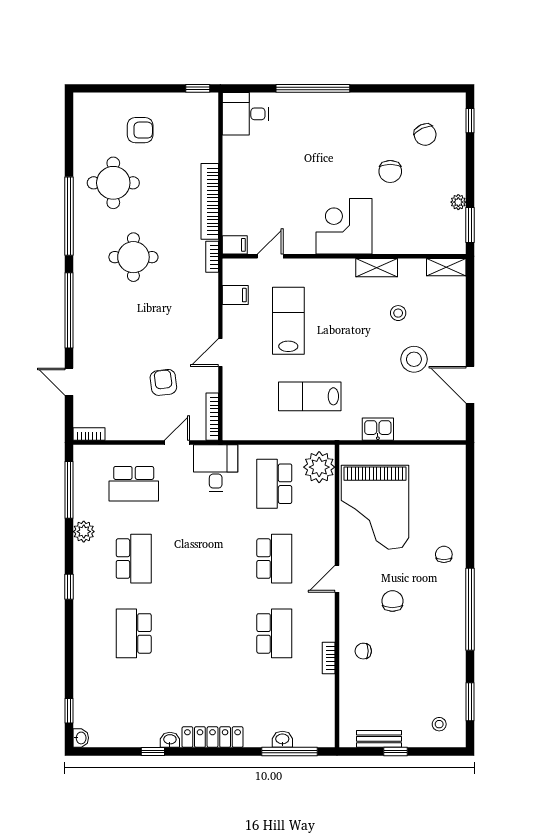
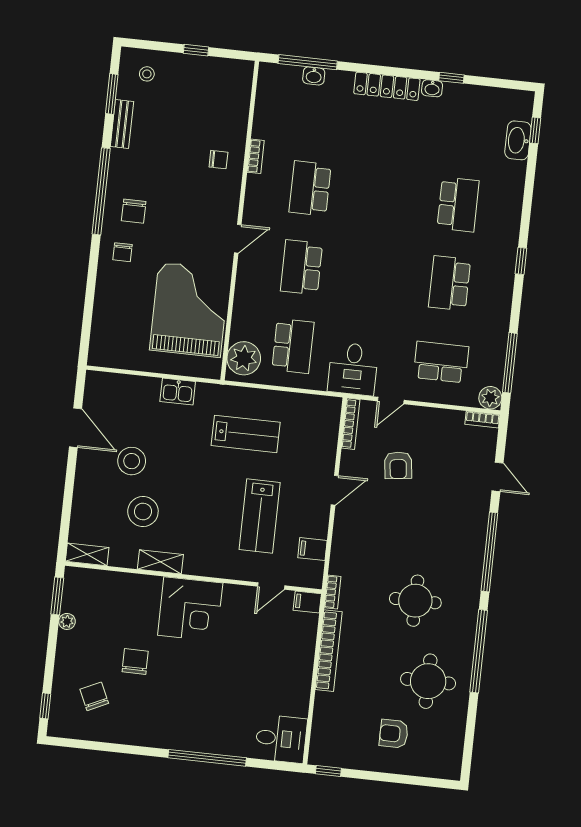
stool: (398, 313) -> (143, 512), width x1.89, depth x1.89
plant: (84, 532) -> (490, 398), moved
chair: (392, 601) -> (134, 211), moved
washbasin: (81, 738) -> (518, 140), moved, width x1.91, depth x1.45
bench: (379, 739) -> (122, 124), moved, turned 90

